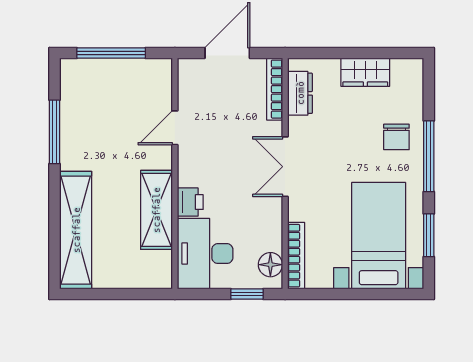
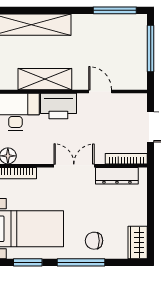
wardrobe: (365, 72) -> (138, 243), moved
dresser: (300, 93) -> (117, 176), width x1.44
window: (54, 132) -> (115, 10), moved
printer: (190, 202) -> (58, 106), width x1.87, depth x1.48

